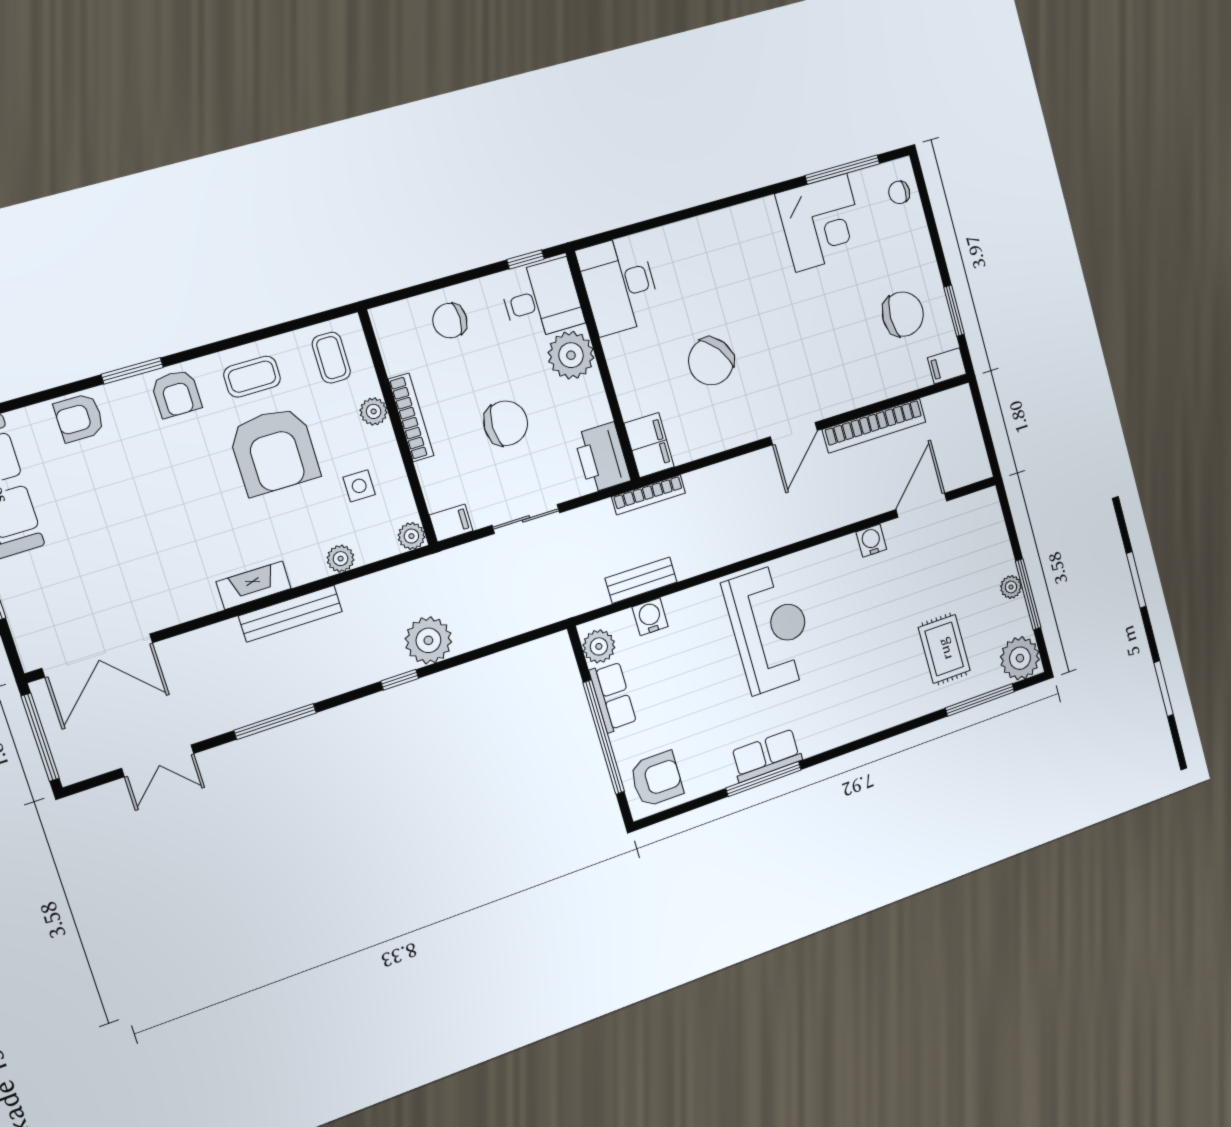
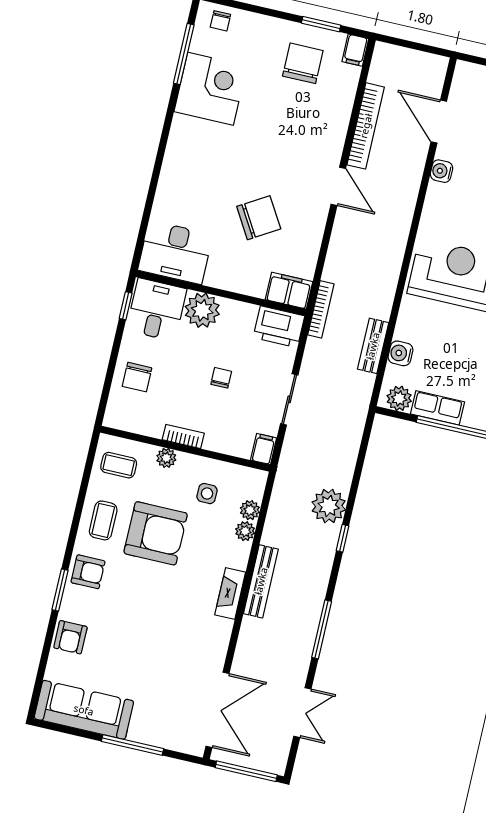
chair: (711, 361) -> (259, 218), turned -83
bookcase: (411, 417) -> (183, 436), width x0.64
chair: (506, 423) -> (221, 378), width x0.54, depth x0.54
plant: (411, 536) -> (250, 510), moved

